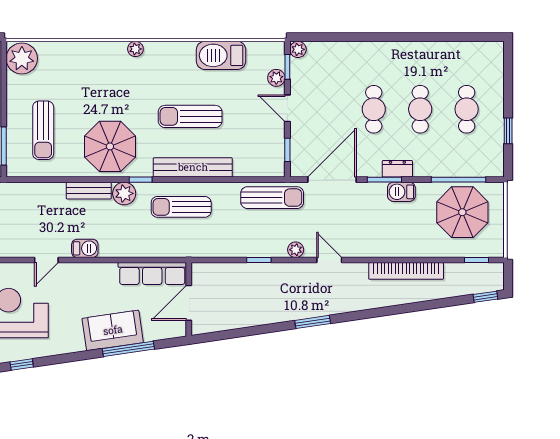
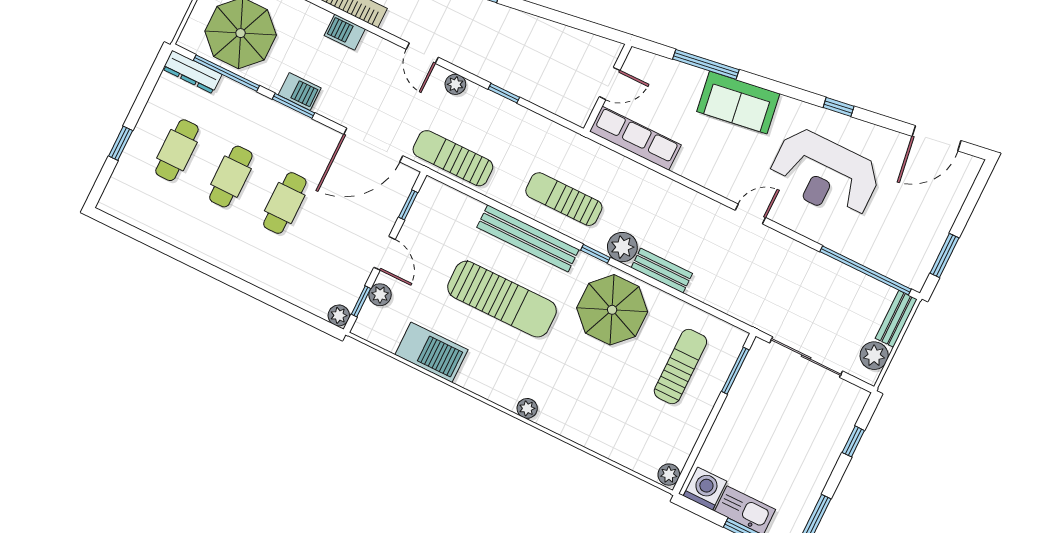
plant: (22, 59) -> (669, 475), width x0.53, depth x0.53
sun lounger: (190, 116) -> (502, 299), width x1.36, depth x1.34
window: (508, 131) -> (121, 143), moved
dresser: (397, 169) -> (192, 72), moved, width x1.44
window: (384, 180) -> (293, 106), moved
sun lounger: (181, 207) -> (564, 199), turned 180
barbecue: (85, 248) -> (345, 32), moved
door: (189, 303) -> (610, 83), width x0.73
sofa: (113, 330) -> (738, 103), moved

